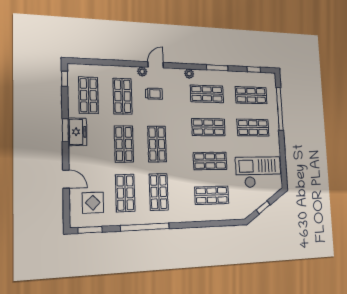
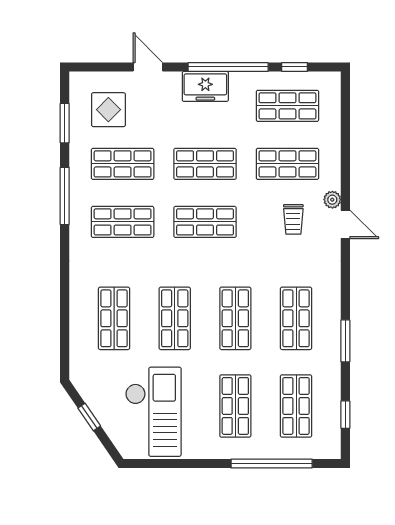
plant: (189, 74) -> (332, 286), removed
window: (65, 79) -> (295, 67), moved
window: (65, 130) -> (228, 67), width x2.11
freezer: (77, 132) -> (205, 86), moved
door: (66, 179) -> (148, 67), swing flipped
window: (145, 227) -> (65, 196), width x0.68
window: (90, 230) -> (65, 123), moved

